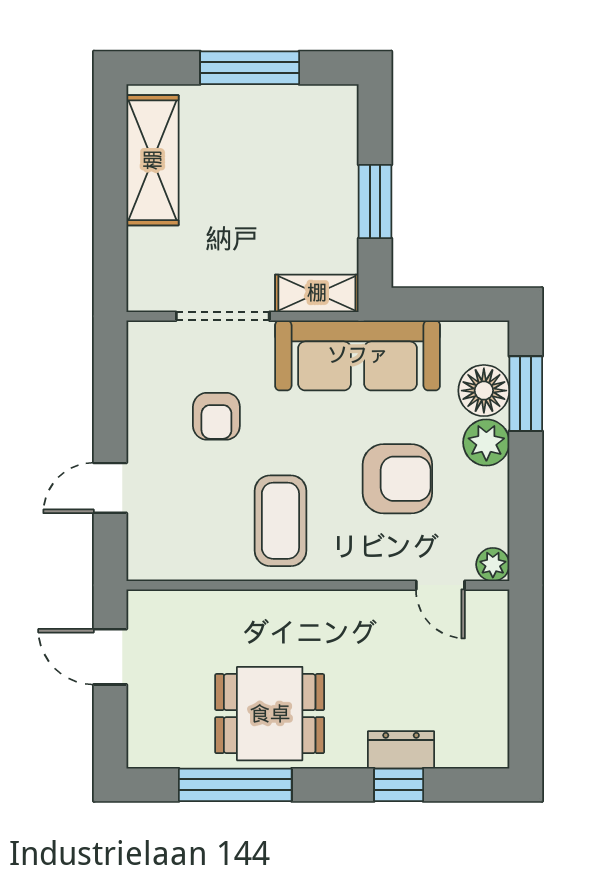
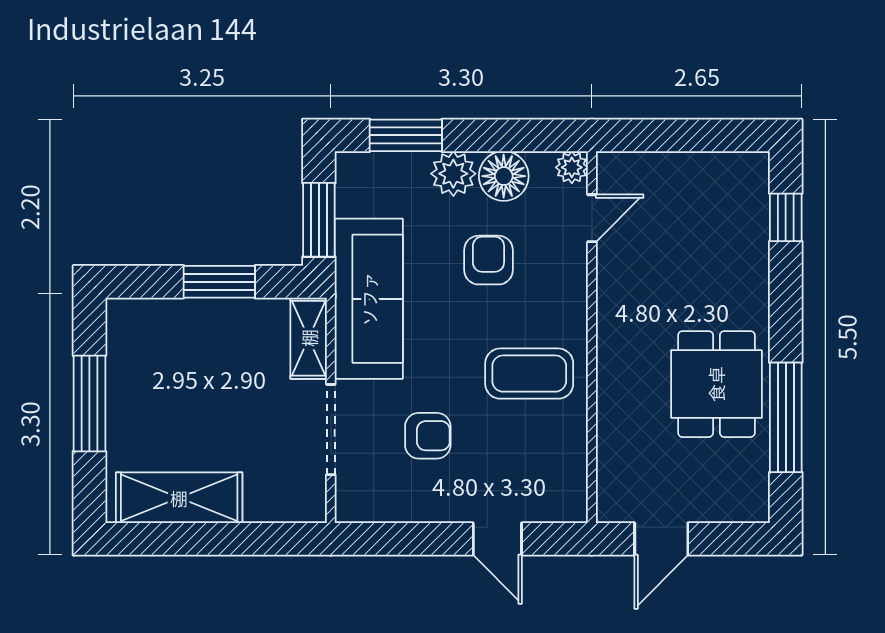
window: (439, 304) -> (319, 220), added
floor lamp: (484, 391) -> (504, 176), moved
armchair: (397, 479) -> (488, 260), width x0.72, depth x0.72
dresser: (401, 750) -> (752, 257), removed
window: (399, 785) -> (786, 217), moved

